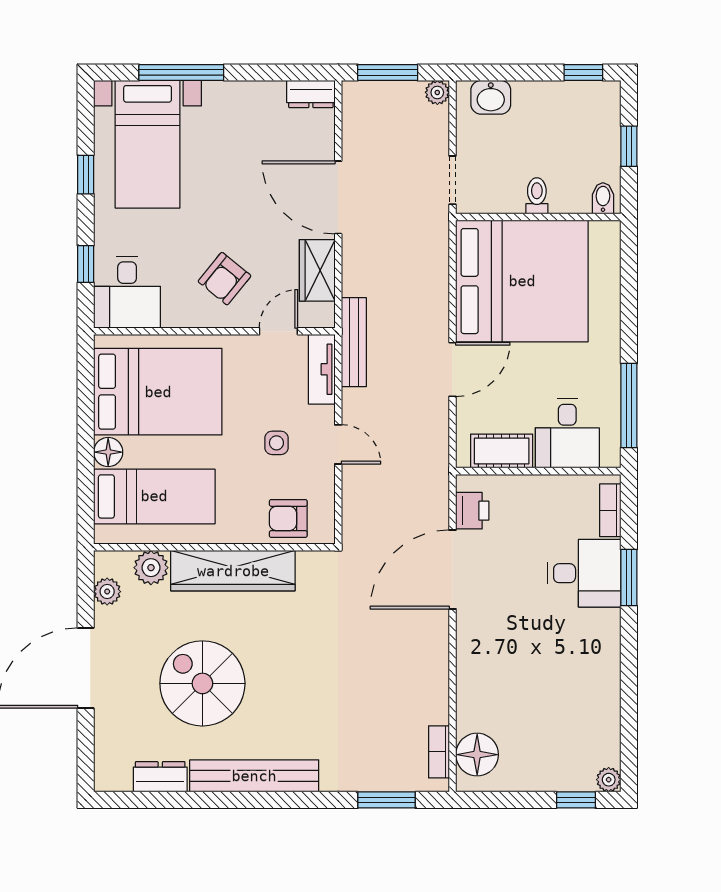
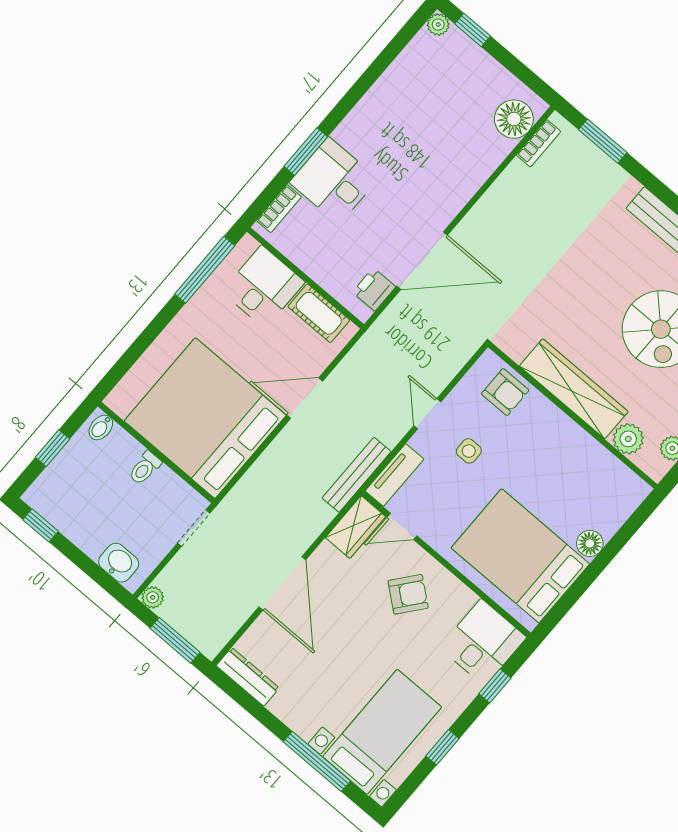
dresser: (311, 94) -> (248, 677), width x1.44
wardrobe: (317, 270) -> (355, 527), moved
bed: (154, 496) -> (584, 486), removed

